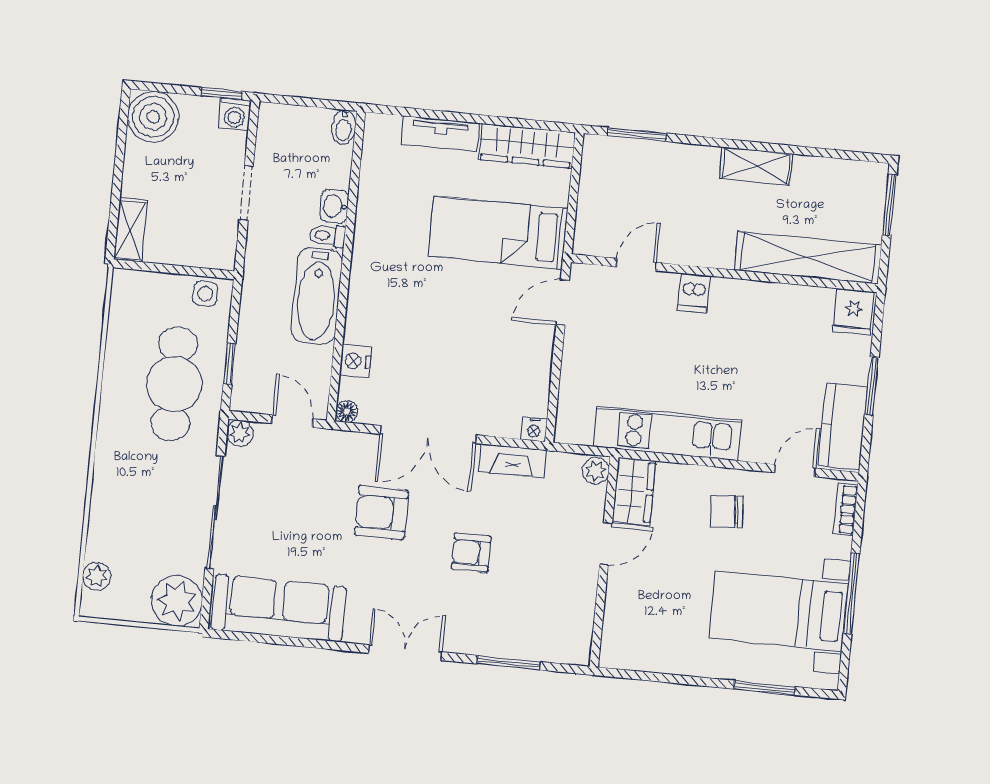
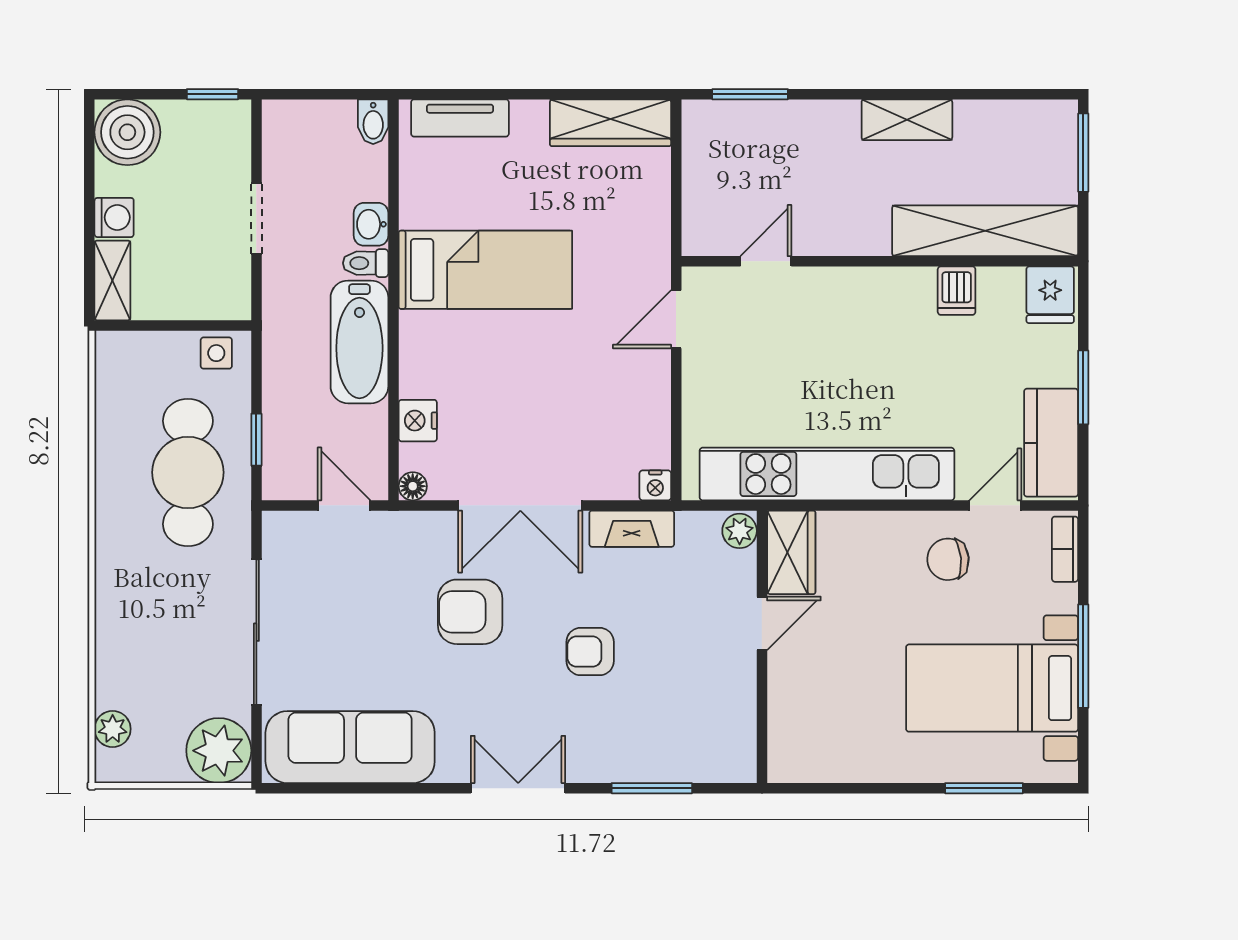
washing machine: (235, 114) -> (114, 217), moved, turned -90
tv unit: (440, 134) -> (460, 118), moved
bed: (498, 233) -> (485, 270), moved, turned 180
dishwasher: (694, 293) -> (957, 291), moved
plant: (240, 433) -> (278, 527), removed
kitchen unit: (667, 433) -> (827, 474), width x1.36
chair: (727, 512) -> (948, 559), moved

